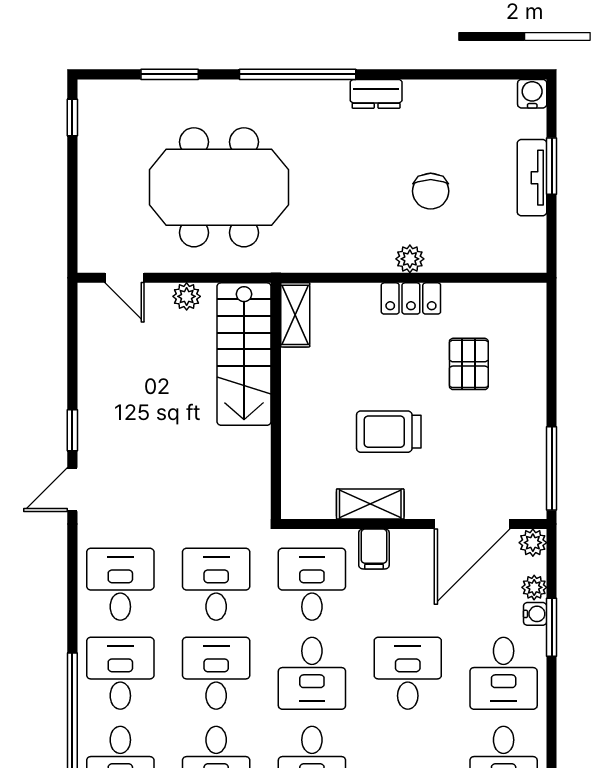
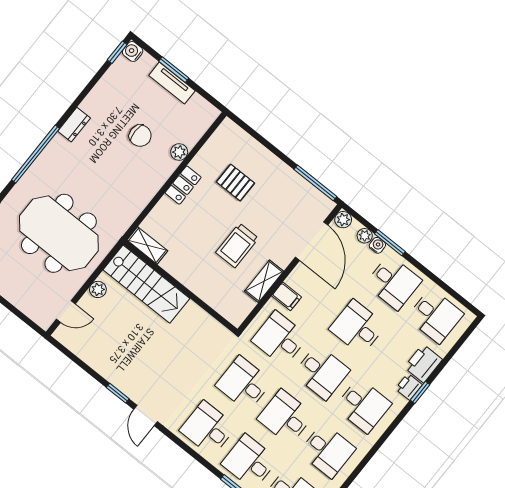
window: (515, 74) -> (117, 52), added
meeting table: (219, 187) -> (59, 233), turned 90
plant: (410, 259) -> (179, 152), moved

